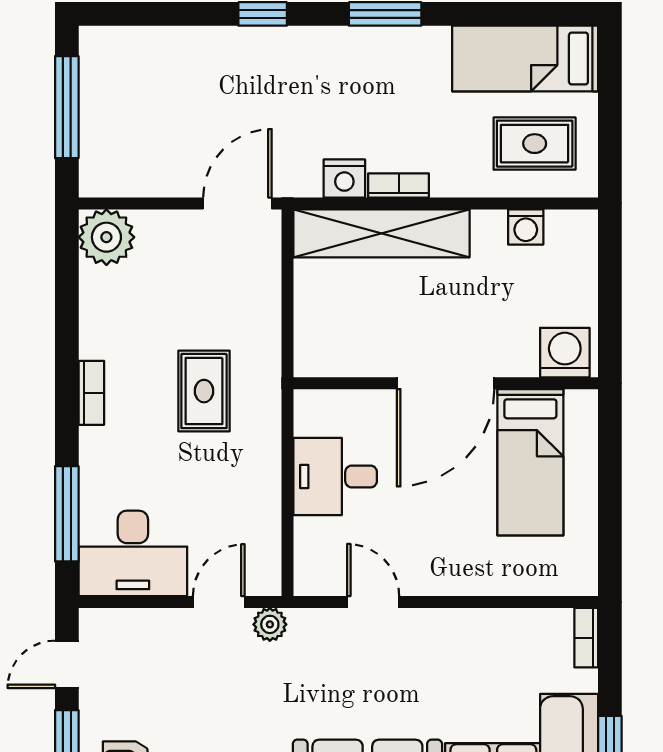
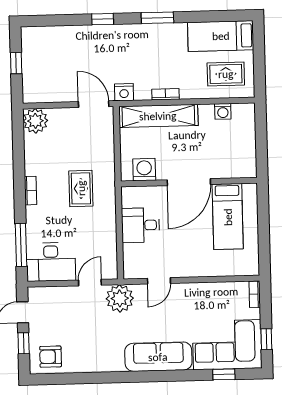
window: (67, 107) -> (16, 63), width x0.46
nightstand: (344, 178) -> (124, 92), moved
door: (237, 203) -> (94, 104), hinge flipped
washing machine: (565, 353) -> (144, 170), moved
door: (373, 602) -> (159, 281), swing flipped
plant: (270, 624) -> (120, 298), width x1.88, depth x1.88

